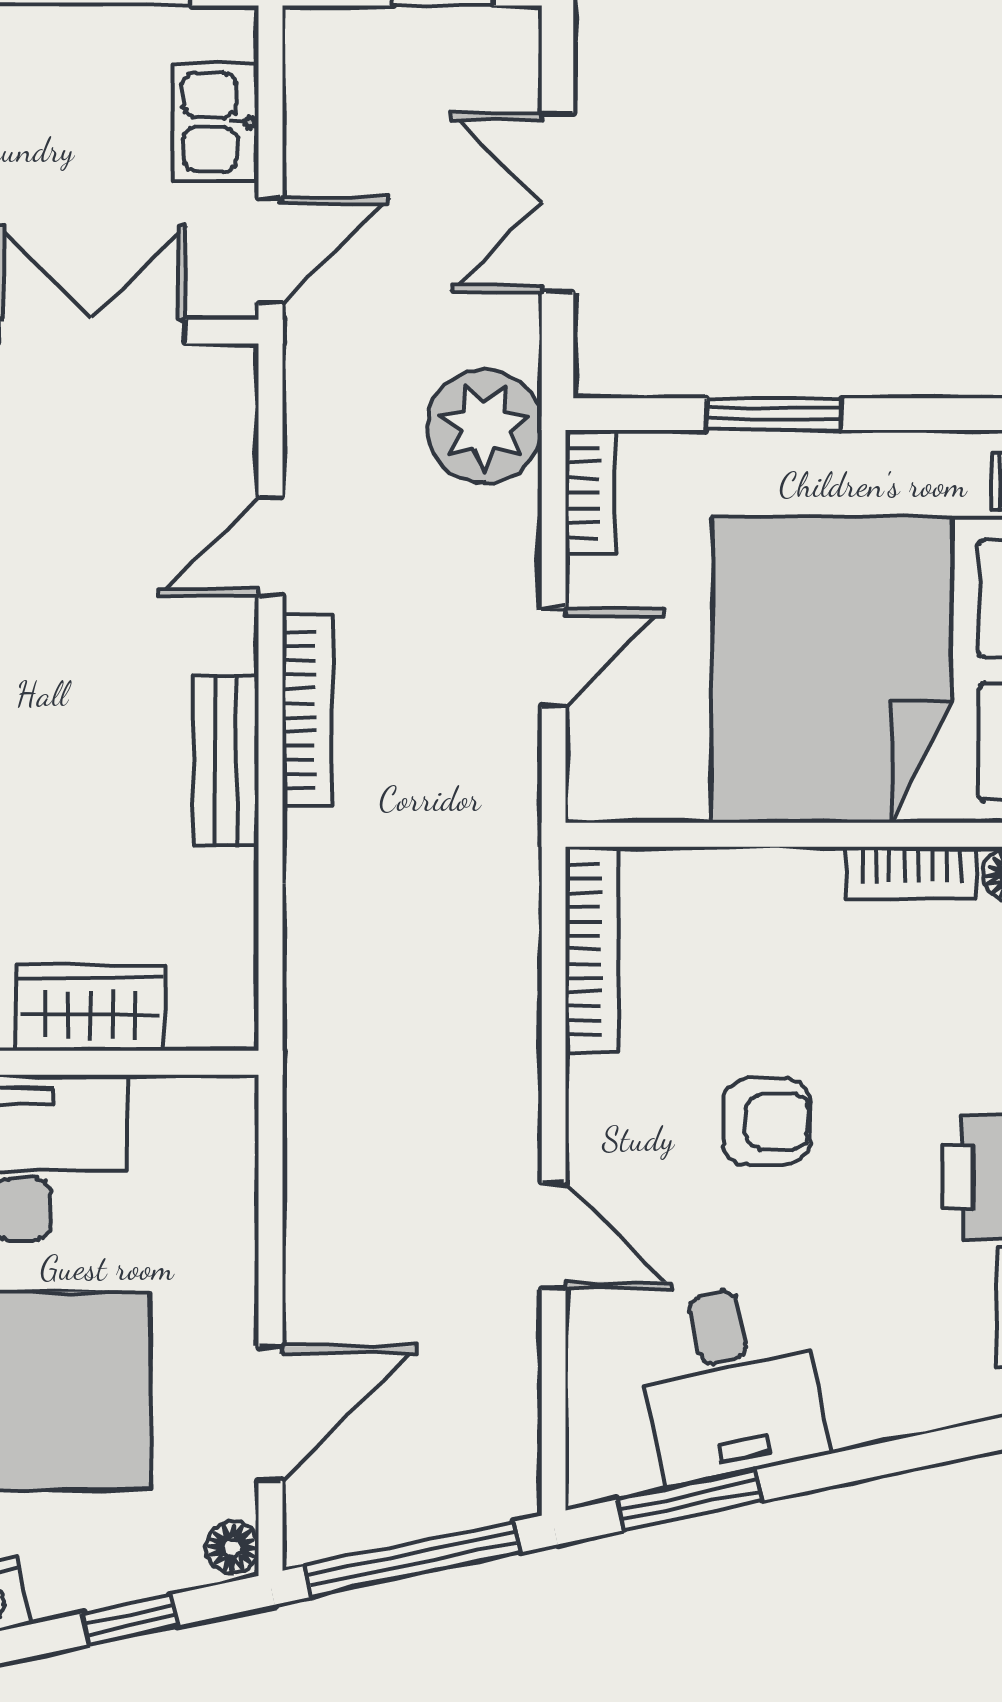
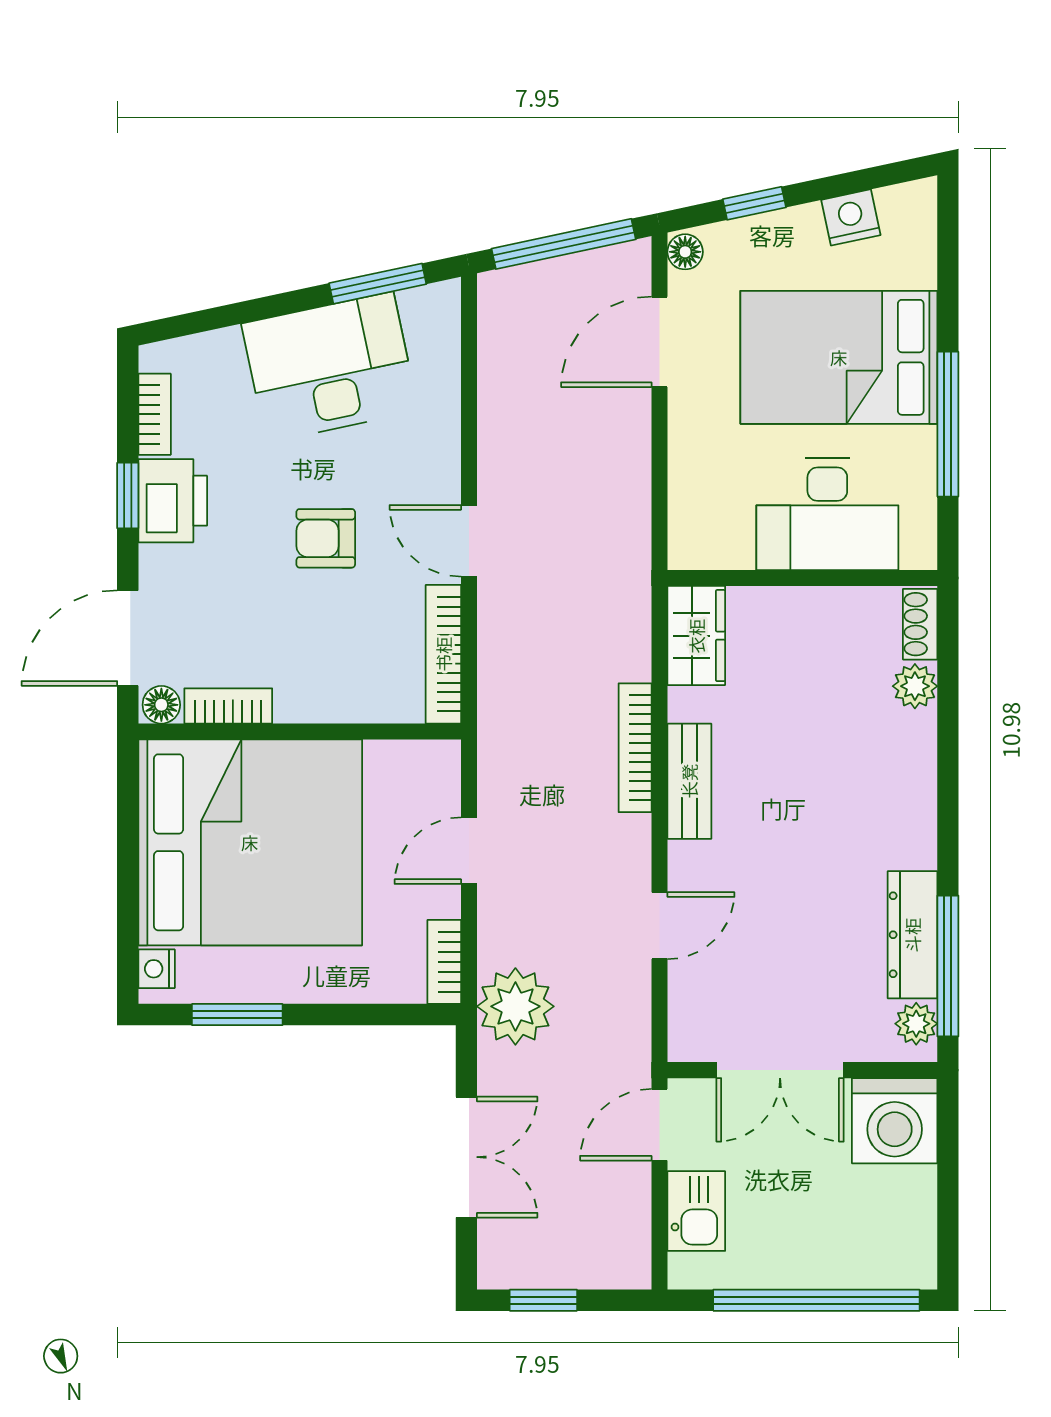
window: (774, 414) -> (237, 1015), moved
bookcase: (307, 710) -> (635, 748), moved
wardrobe: (90, 1008) -> (696, 636), moved, turned -90
door: (554, 1236) -> (469, 541), moved
desk: (730, 1382) -> (330, 367), width x1.37

